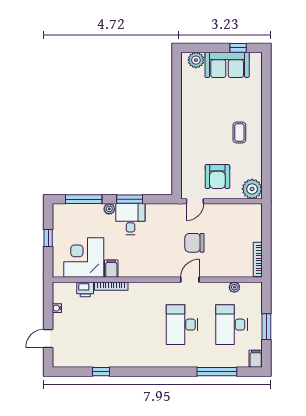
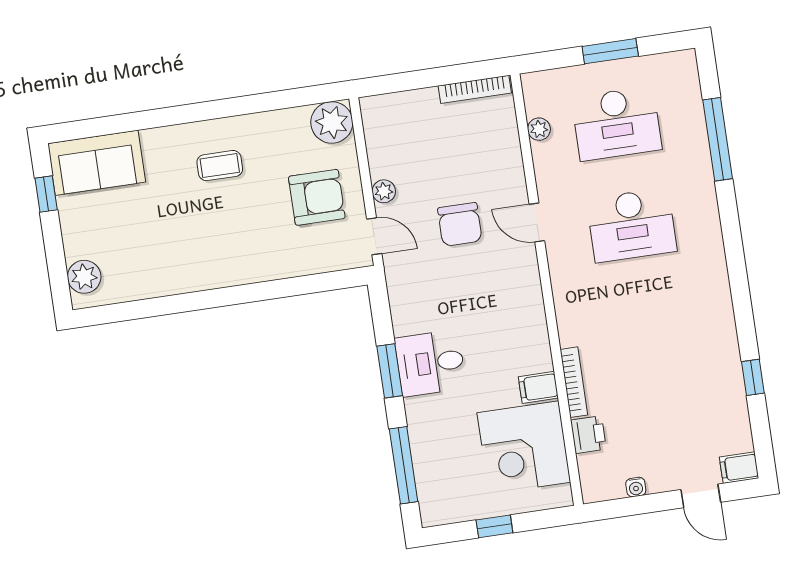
sofa: (227, 65) -> (97, 163), moved, turned 90
plant: (109, 209) -> (384, 191), moved
filing cabinet: (256, 359) -> (739, 468), moved

